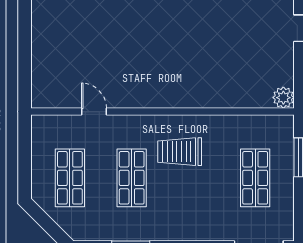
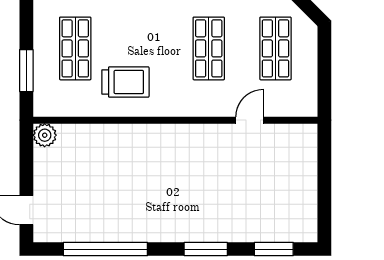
door: (94, 112) -> (250, 120), swing flipped
trolley: (180, 152) -> (125, 82), moved

